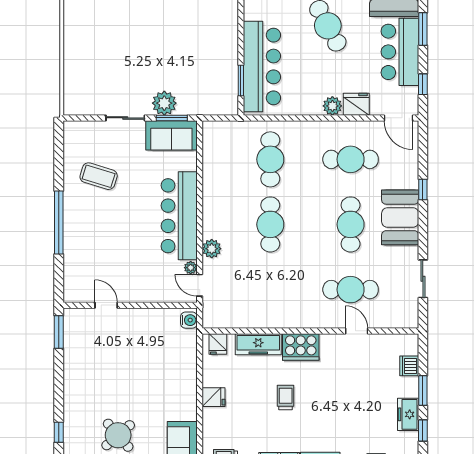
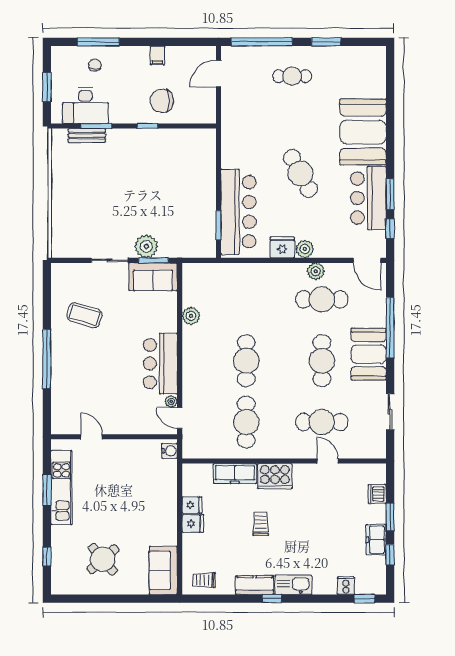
window: (423, 29) -> (390, 194), moved
fridge: (356, 104) -> (282, 247), moved
plant: (344, 130) -> (316, 271), added
cafe table: (270, 159) -> (246, 422), moved
window: (423, 189) -> (390, 328), width x3.17
bar counter: (179, 216) -> (160, 364), width x0.73
plant: (212, 249) -> (191, 316), moved
window: (59, 332) -> (47, 490), moved
fridge: (218, 344) -> (192, 505), moved, turned -90
kitchen unit: (74, 359) -> (61, 488), added

